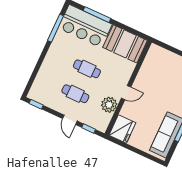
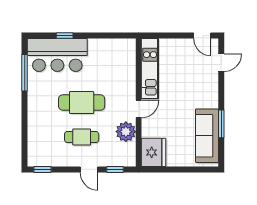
window: (97, 15) -> (65, 36), width x0.46
booth: (125, 44) -> (112, 54), removed
kitchen unit: (148, 67) -> (150, 69), added
cafe table: (87, 69) -> (82, 102), width x1.37, depth x1.35

